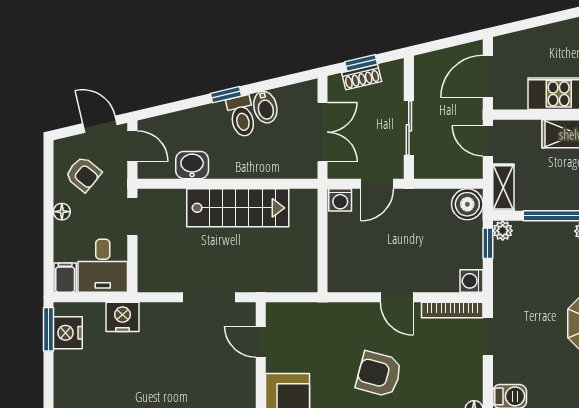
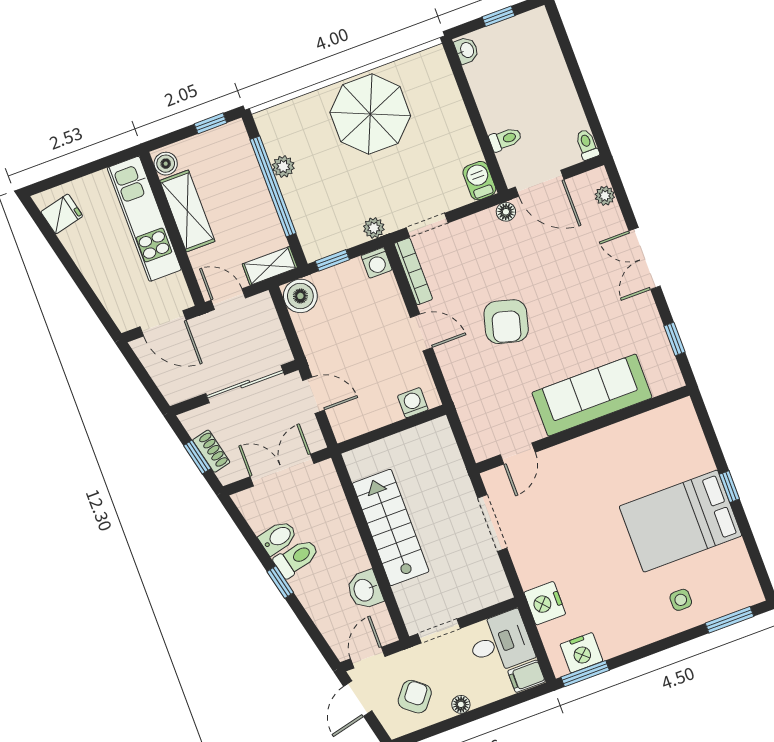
sliding door: (409, 128) -> (245, 384), width x1.37
door: (488, 141) -> (228, 299), swing flipped
washing machine: (340, 200) -> (413, 403), moved, turned -90
plant: (503, 231) -> (374, 228), moved
door: (397, 297) -> (421, 332), hinge flipped

